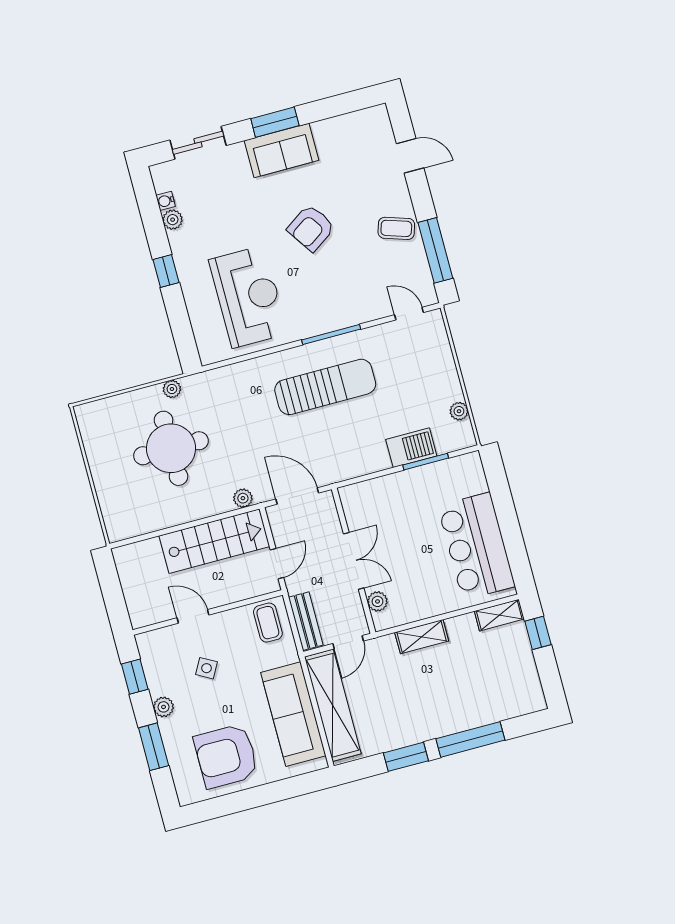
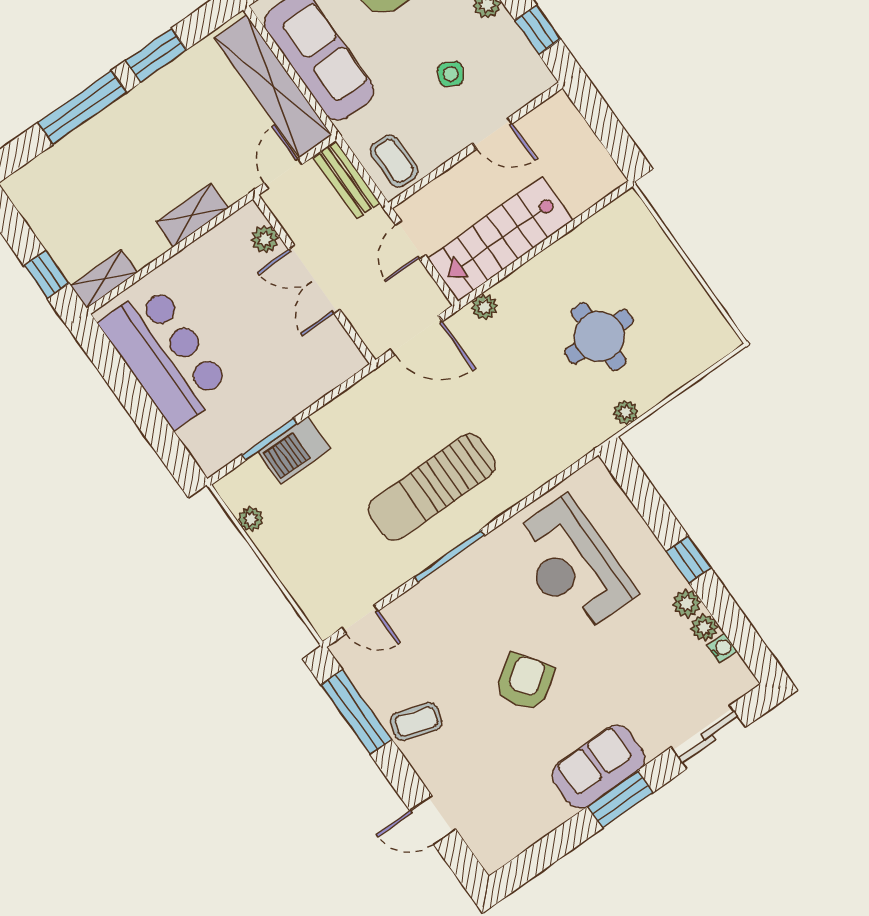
plant: (179, 241) -> (687, 603), added
round table: (171, 448) -> (599, 337), width x0.73, depth x0.73

